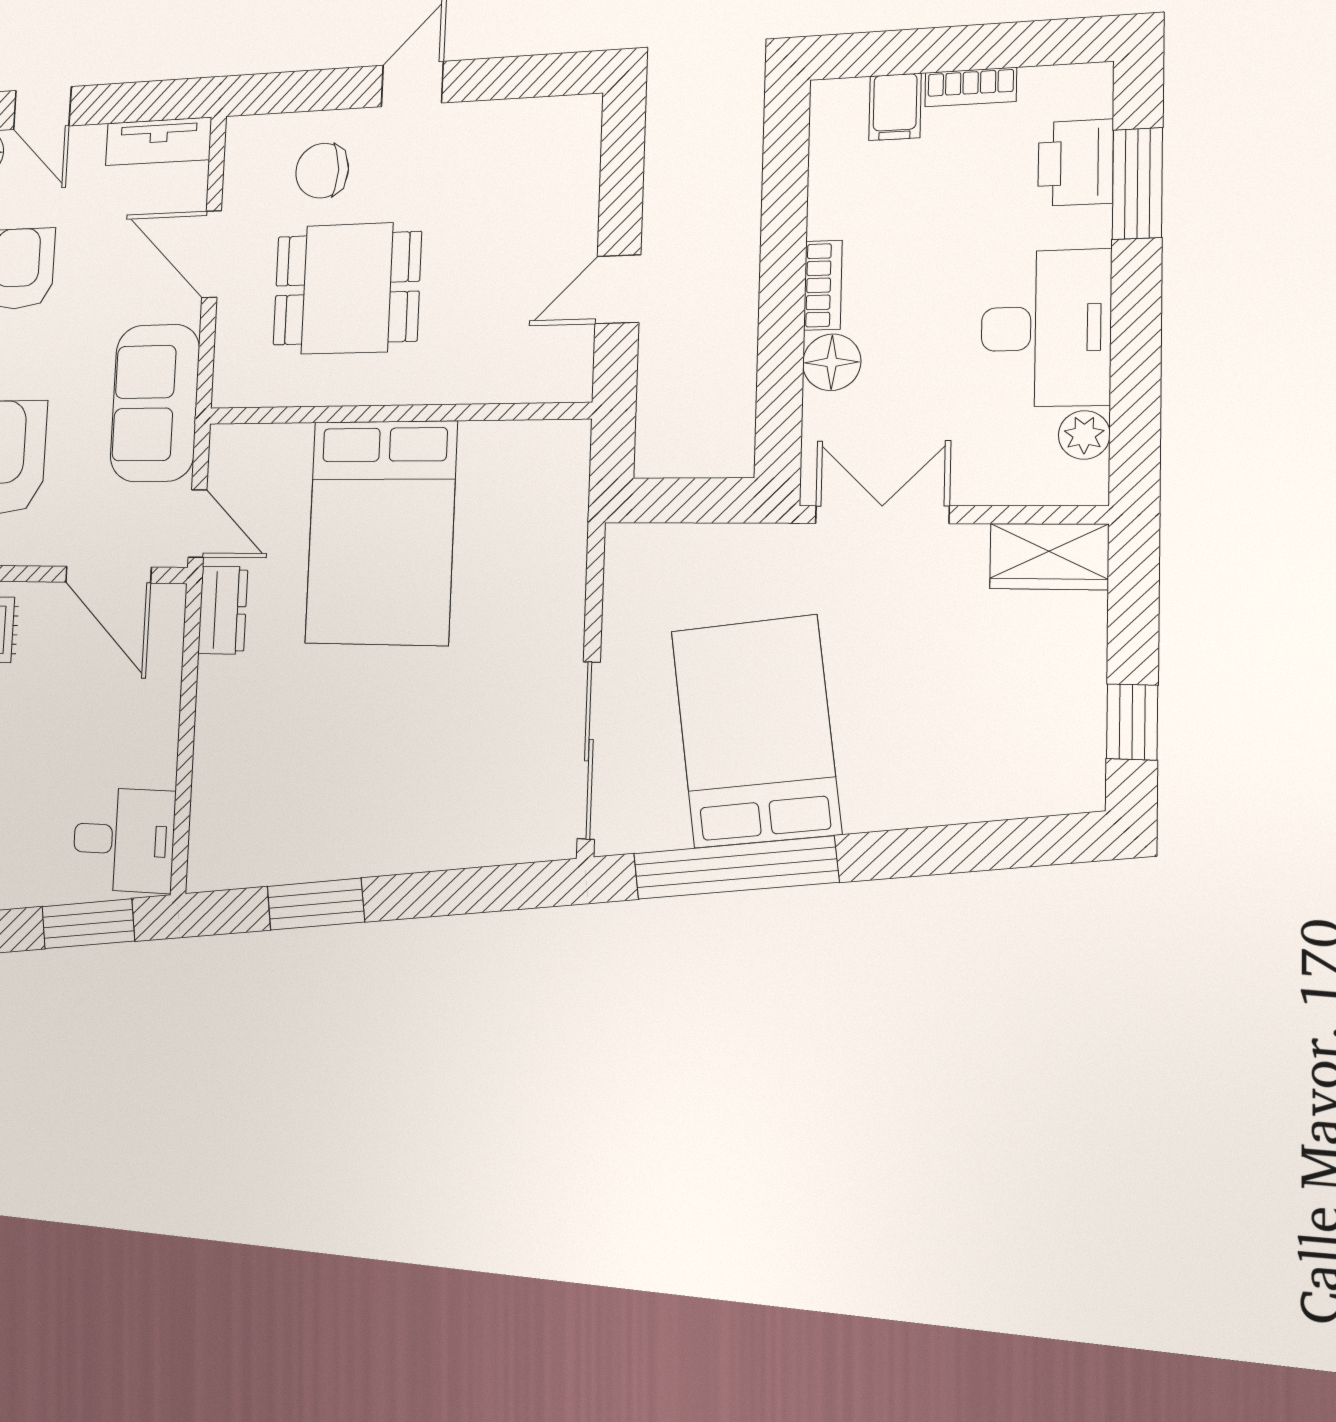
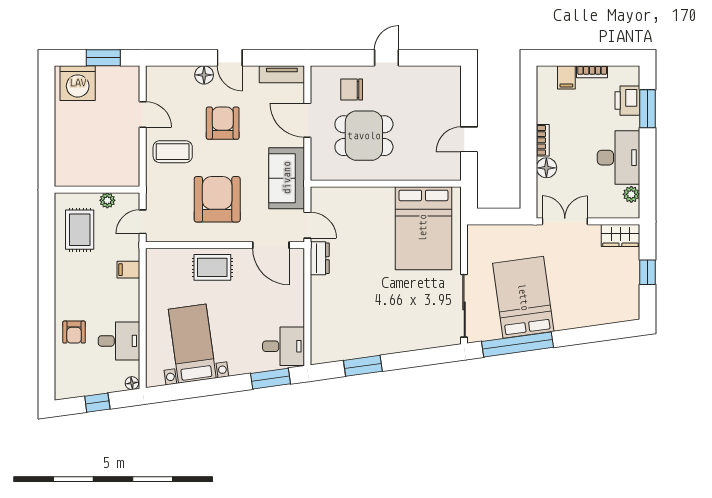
bed: (381, 532) -> (423, 228), moved
window: (1132, 722) -> (647, 272), moved

